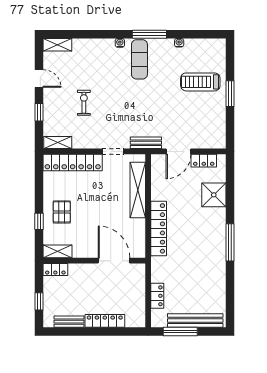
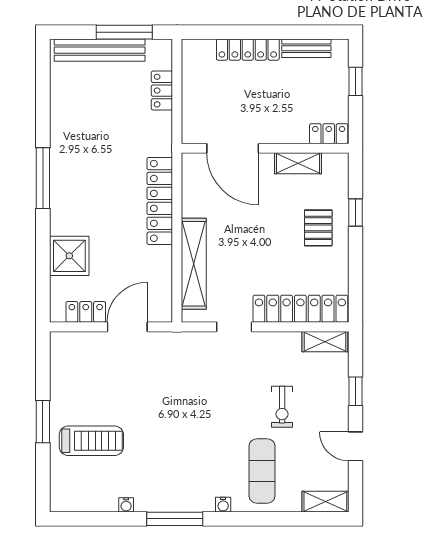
exercise mat: (139, 59) -> (262, 471), moved
bench: (146, 143) -> (180, 341), removed
shelving: (57, 251) -> (298, 163), moved

